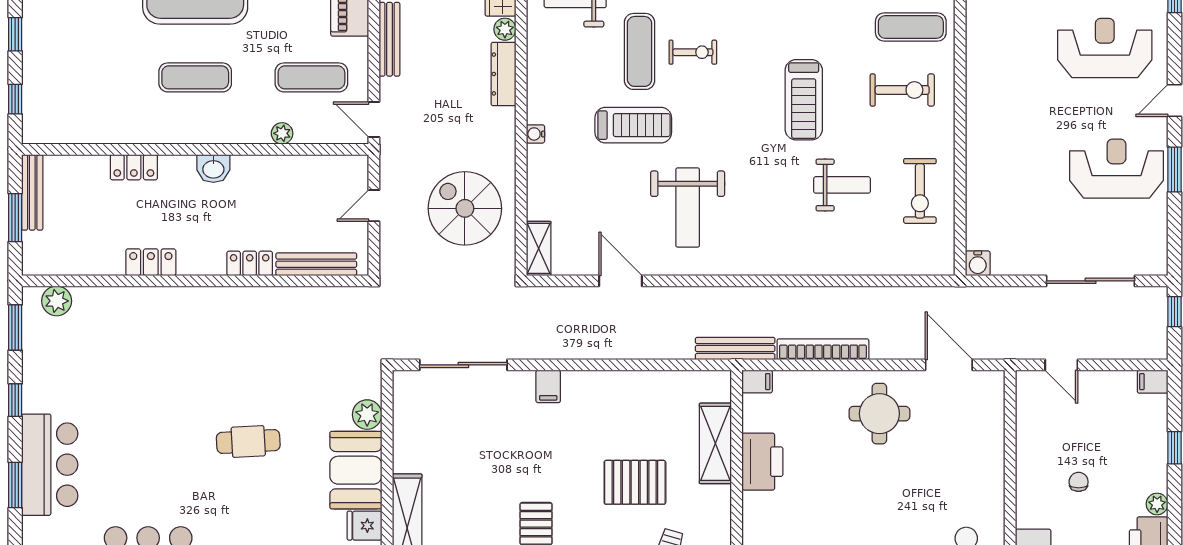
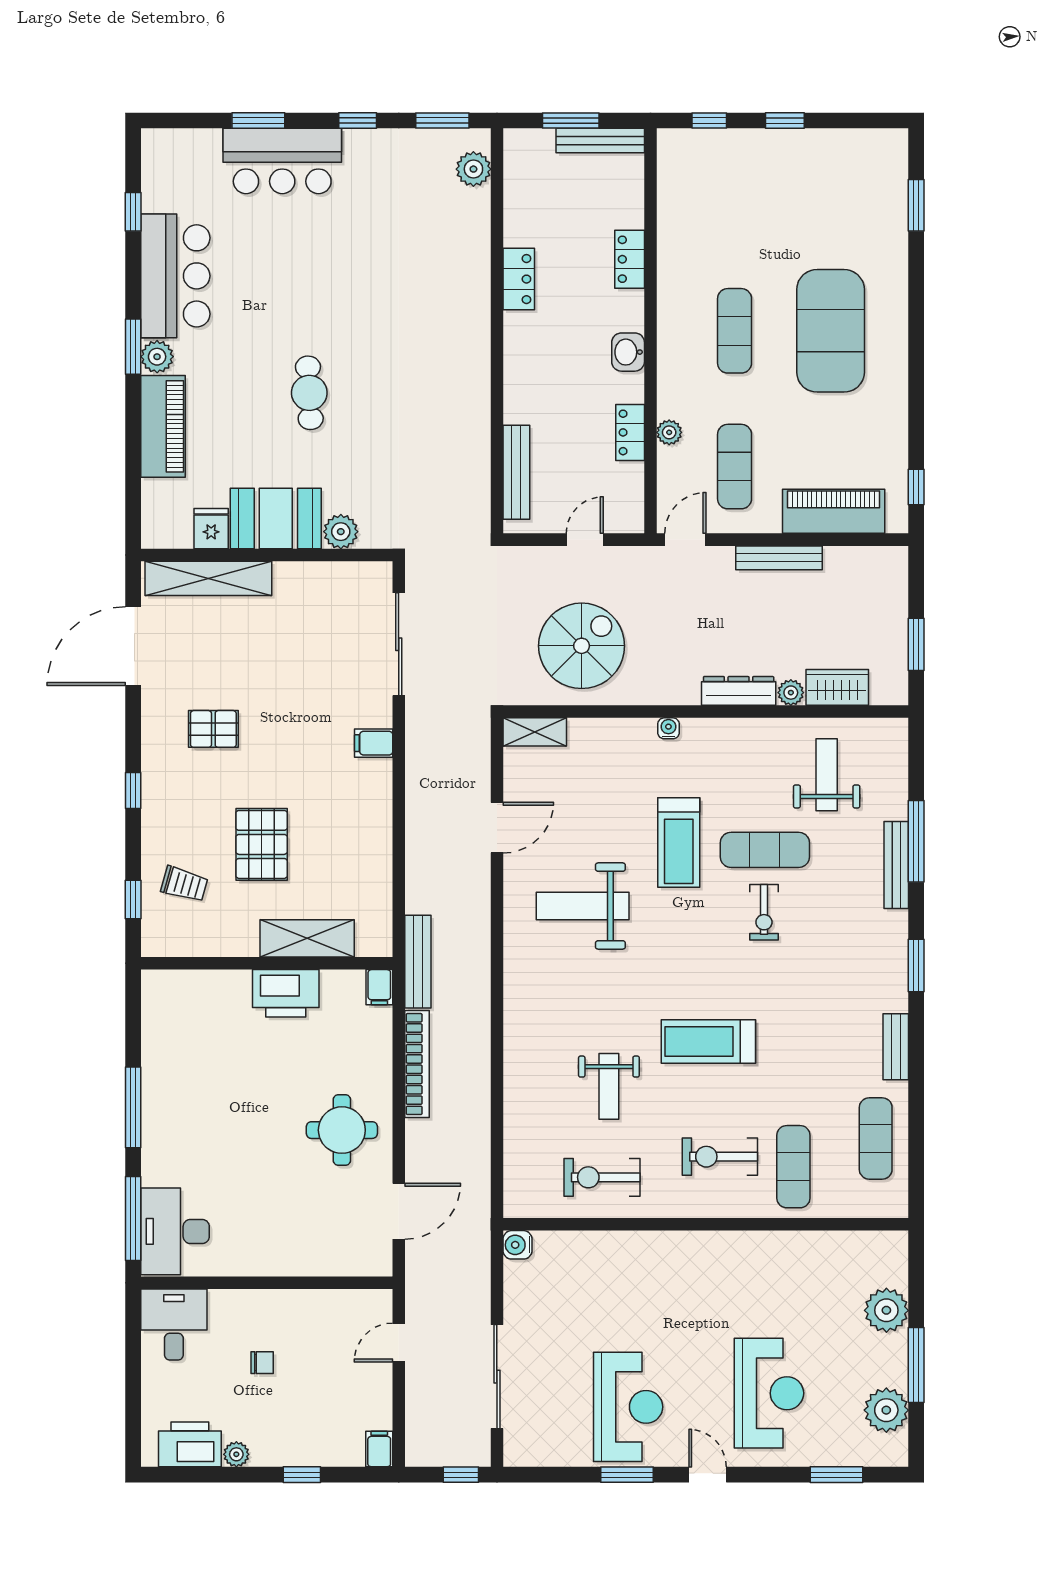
exercise bike: (902, 90) -> (720, 1157), turned 90
door: (374, 206) -> (585, 540), hinge flipped
locker: (250, 263) -> (630, 432), moved, turned 180

